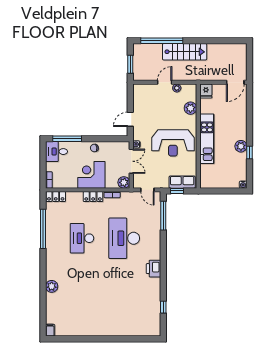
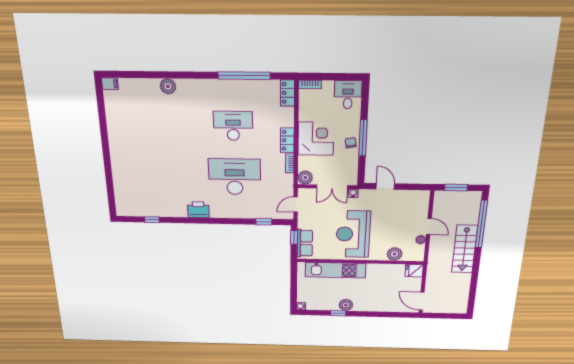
window: (67, 139) -> (363, 138), moved
kitchen unit: (207, 139) -> (335, 270), moved
window: (163, 216) -> (264, 222), width x0.46

